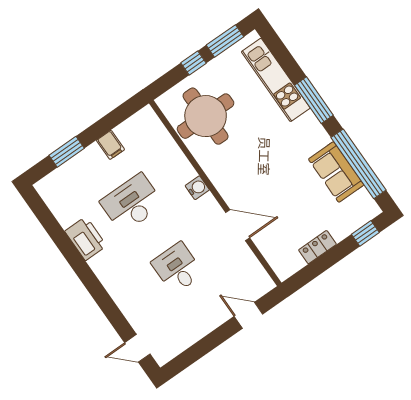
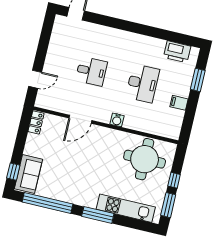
sofa: (336, 172) -> (28, 174), moved, turned 90
printer: (86, 239) -> (177, 52), moved
locker: (317, 247) -> (36, 122), moved

